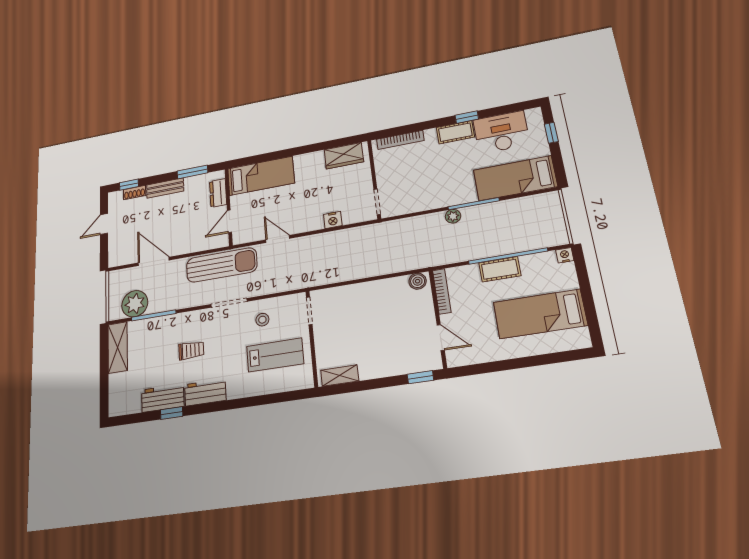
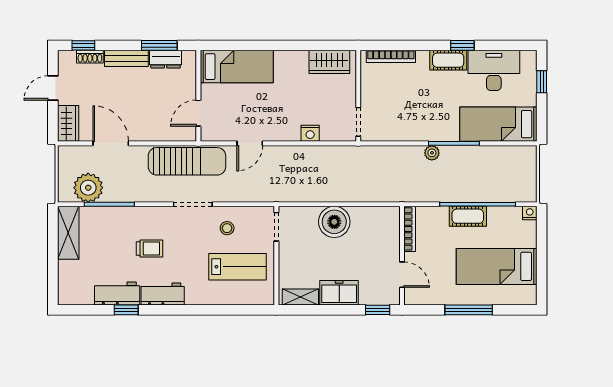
dresser: (218, 193) -> (166, 59), moved, turned -90
door: (278, 239) -> (250, 143), swing flipped
wardrobe: (117, 251) -> (68, 123), added
boiler: (418, 281) -> (334, 222), moved, width x1.86, depth x1.86
window: (518, 363) -> (469, 310), added
freezer: (378, 365) -> (339, 293), added

